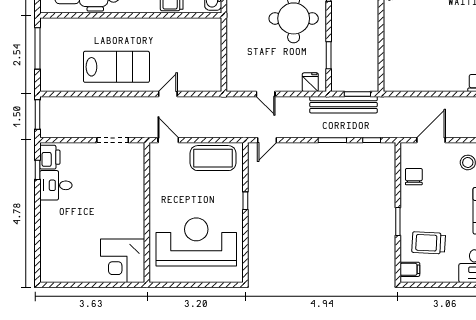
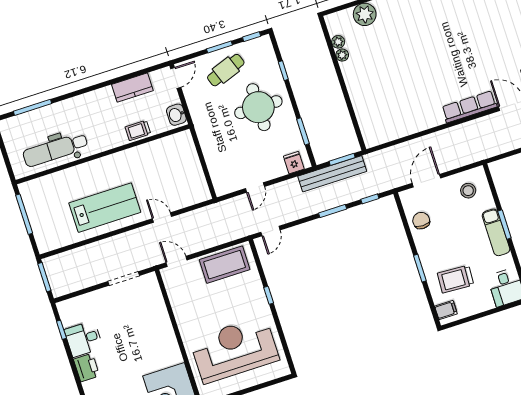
door: (168, 94) -> (162, 218), hinge flipped
door: (266, 94) -> (255, 188), hinge flipped
printer: (50, 157) -> (86, 367), moved

